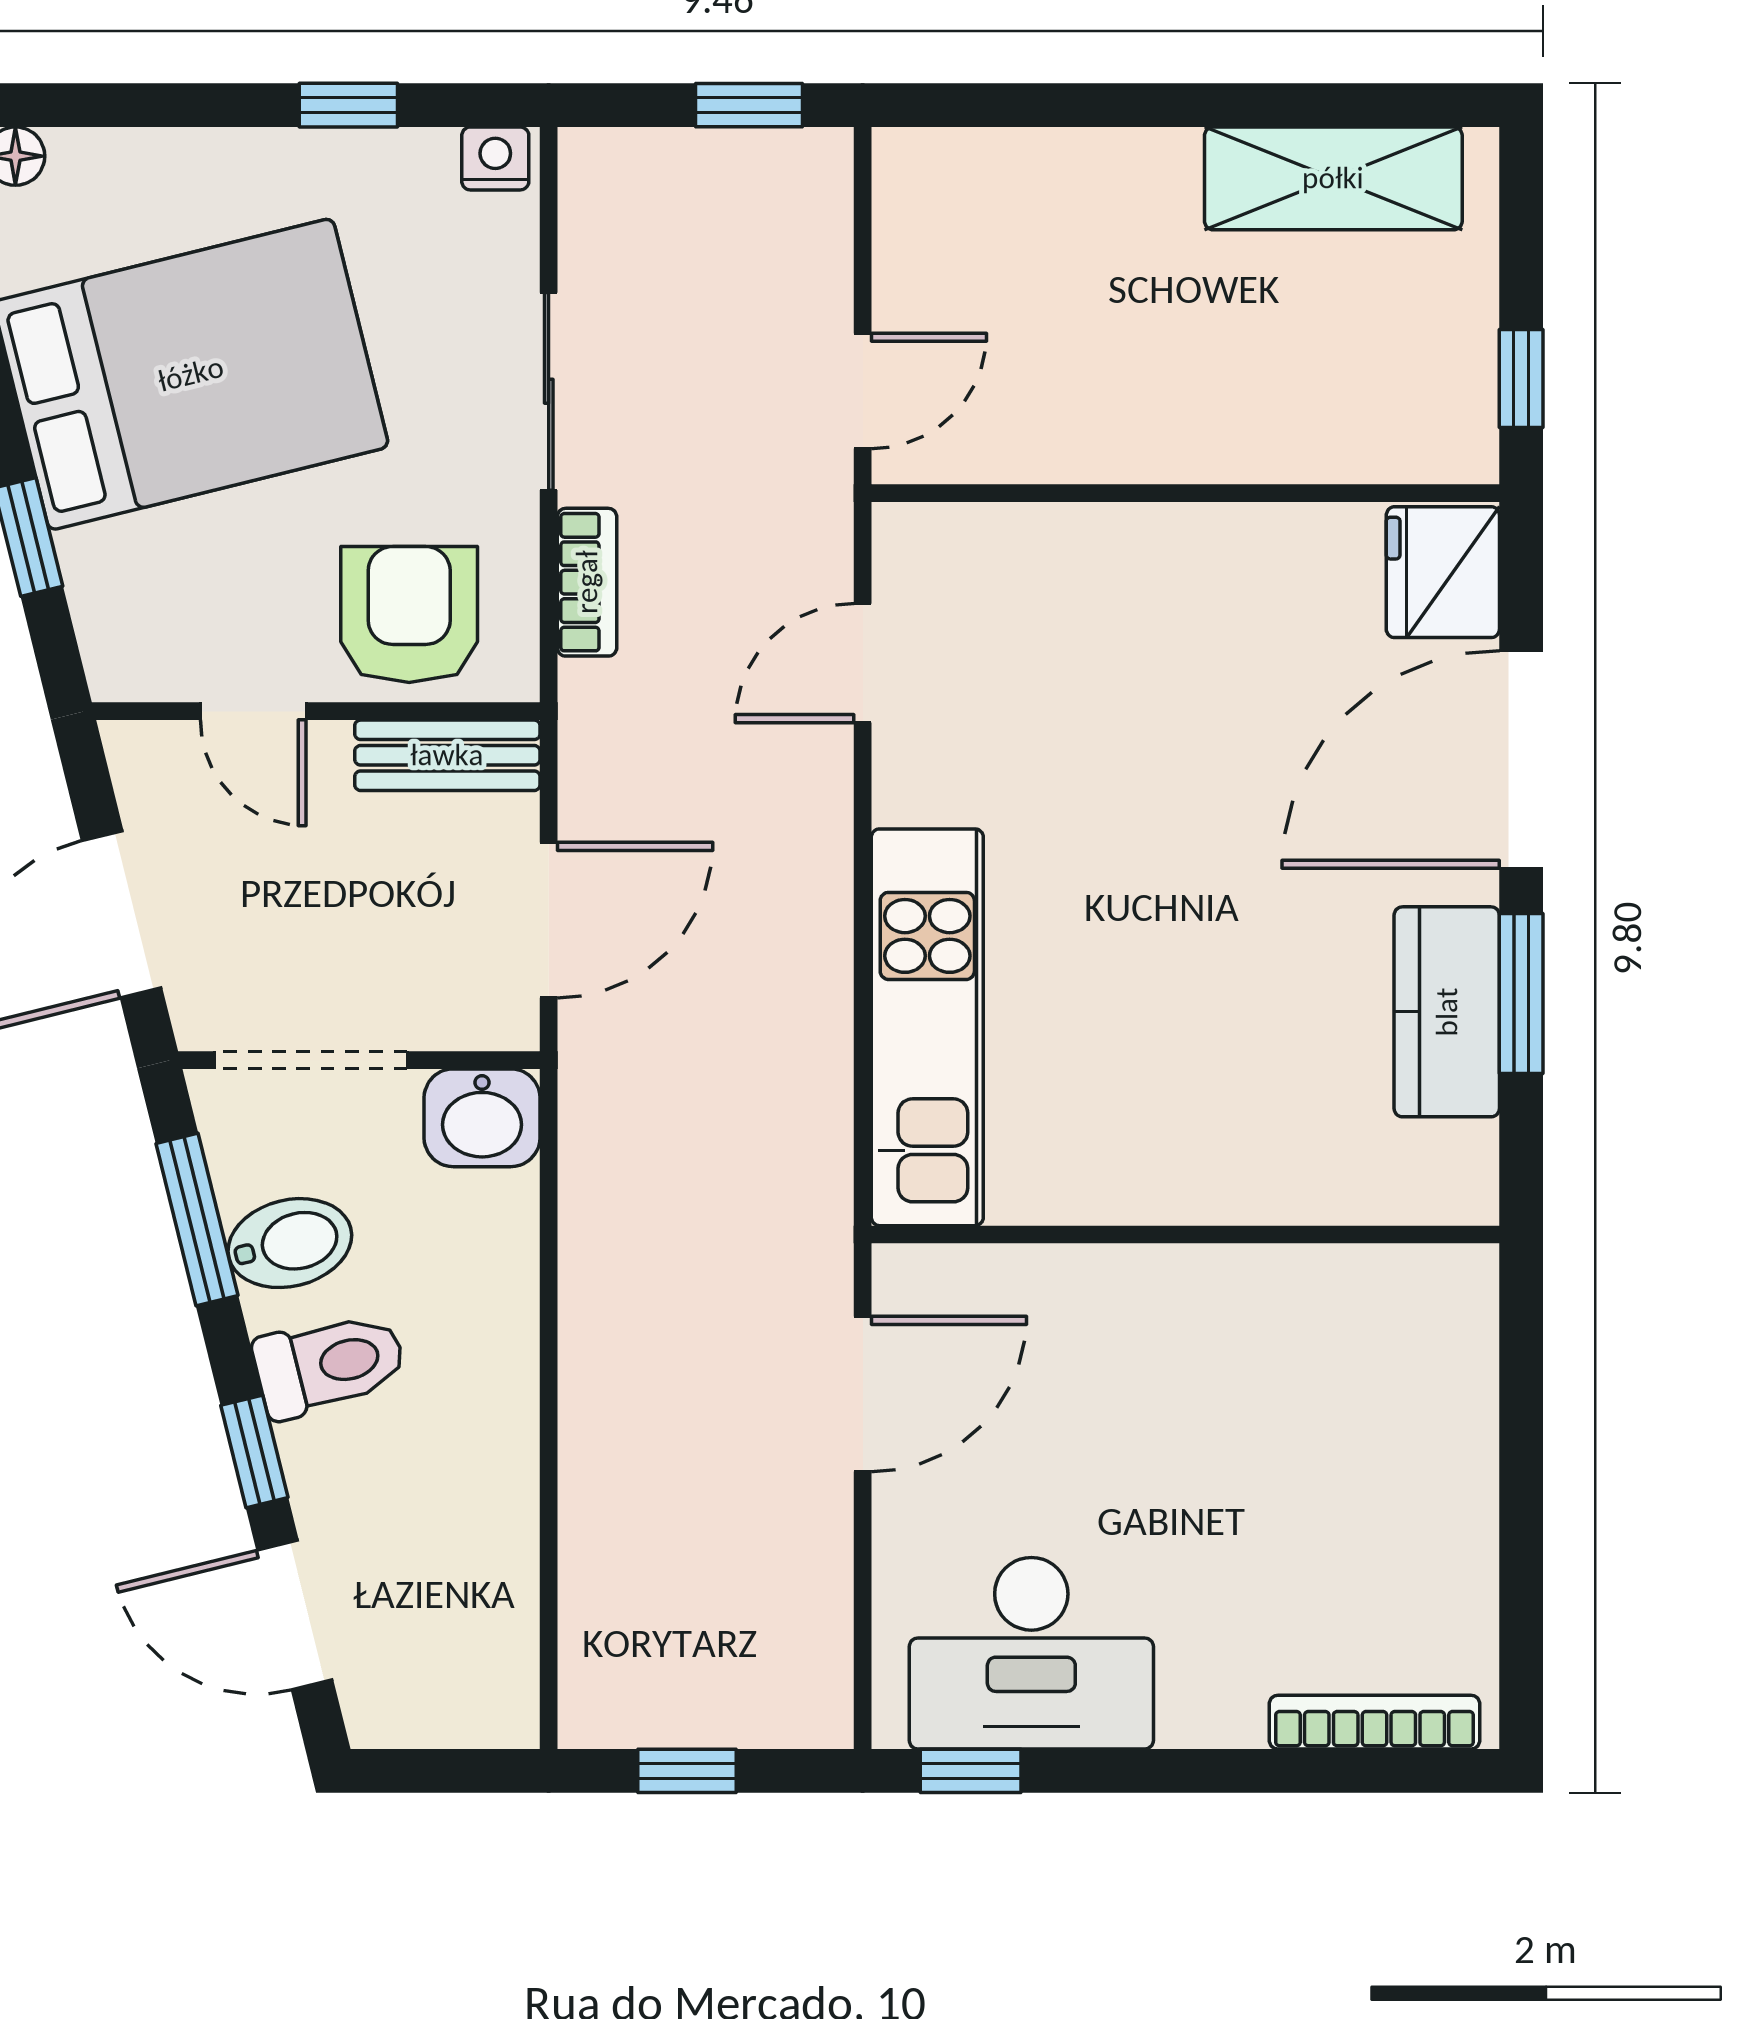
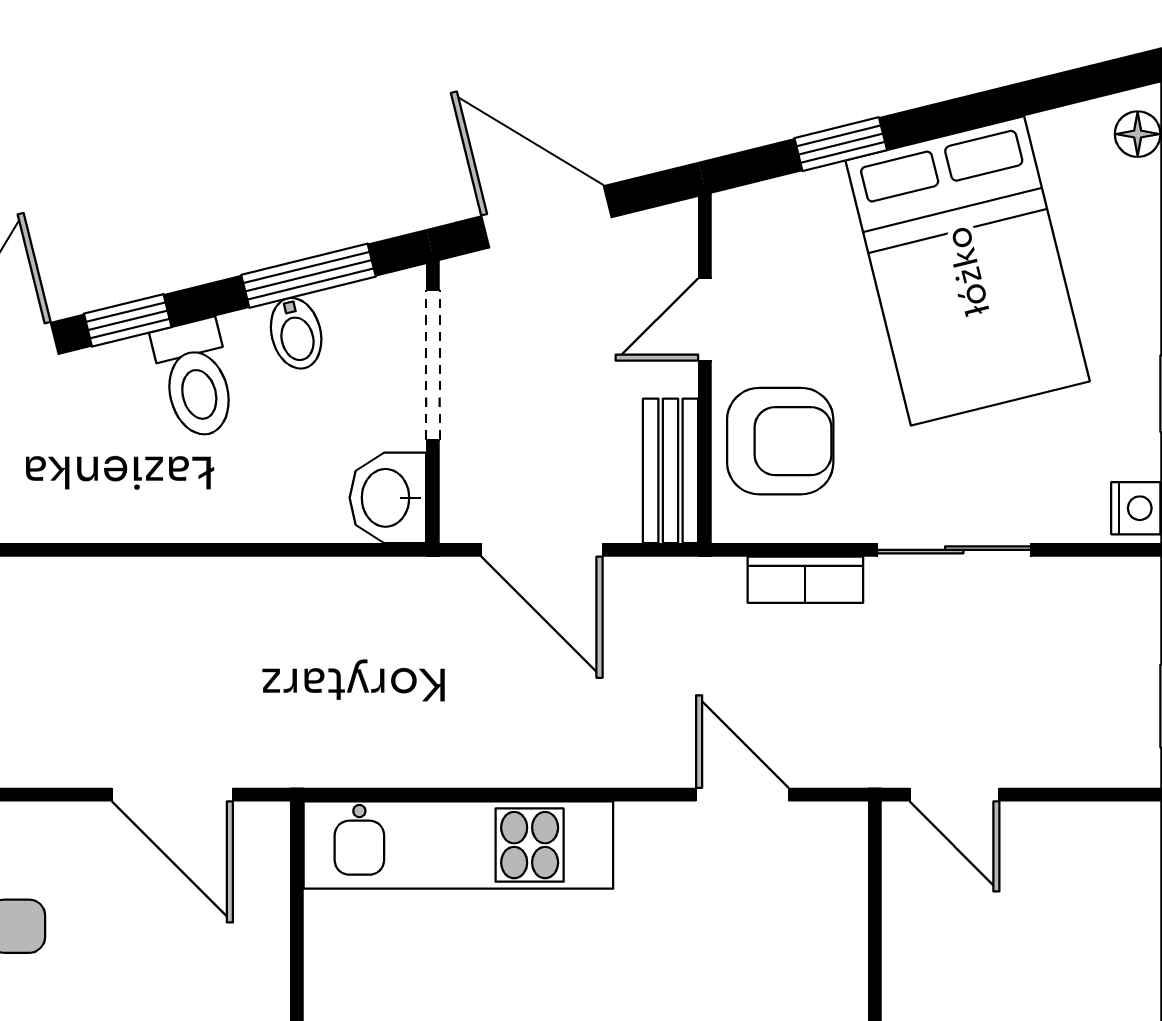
bidet: (290, 1243) -> (296, 333), width x0.72, depth x0.74

